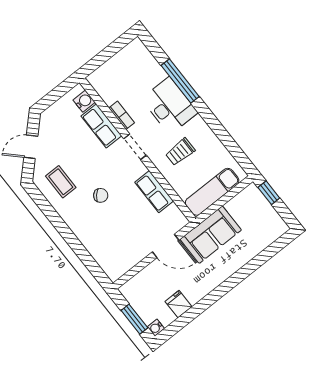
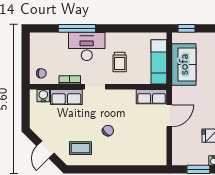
chair: (105, 81) -> (41, 73), added
row of seats: (154, 192) -> (152, 97), moved
sofa: (211, 235) -> (184, 64), moved

